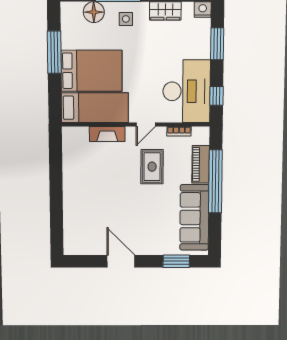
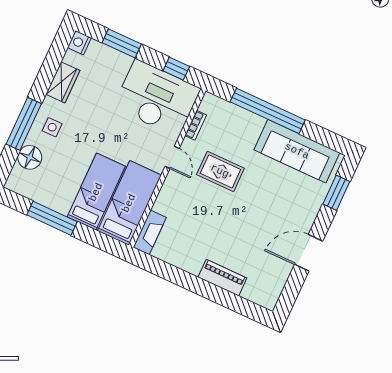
bed: (91, 71) -> (96, 192), width x0.67
fireplace: (107, 134) -> (150, 232), moved
piano: (201, 164) -> (222, 278), moved, turned 180

